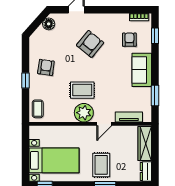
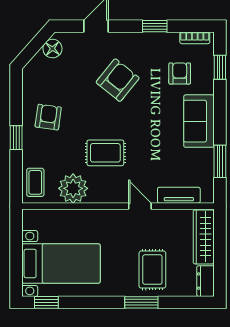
window: (114, 10) -> (155, 26), added
plant: (84, 113) -> (73, 188), moved
door: (104, 124) -> (140, 206), swing flipped
rug: (101, 165) -> (152, 270), moved

